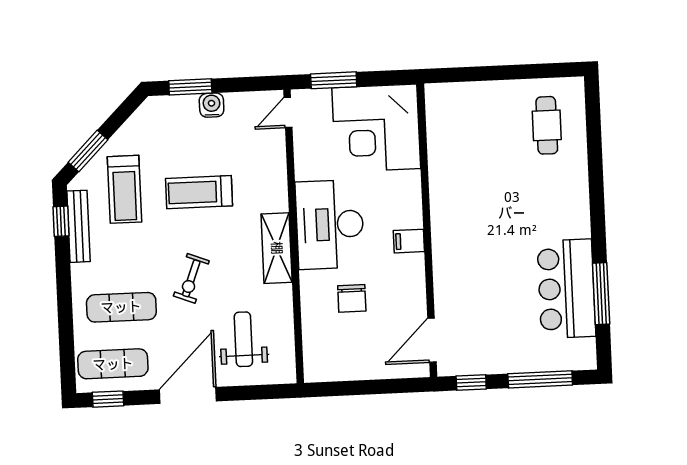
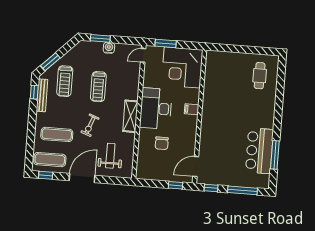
treadmill: (199, 192) -> (98, 87), turned -90
filing cabinet: (409, 241) -> (192, 109), moved
window: (393, 386) -> (175, 185), added

